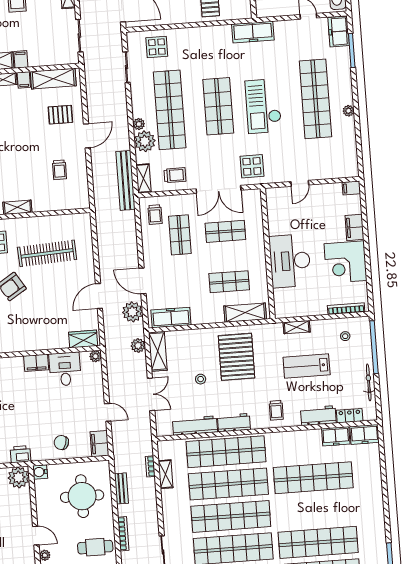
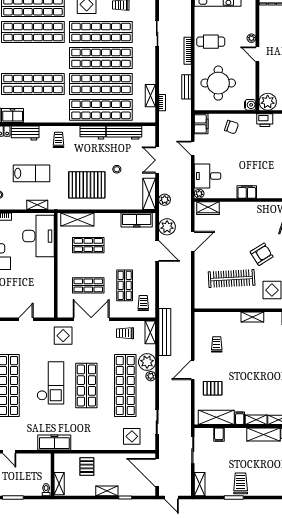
filing cabinet: (21, 59) -> (219, 435), moved
desk: (290, 261) -> (39, 236), moved
pallet: (236, 357) -> (87, 185), turned 90
desk: (65, 369) -> (208, 176), moved, turned 90

